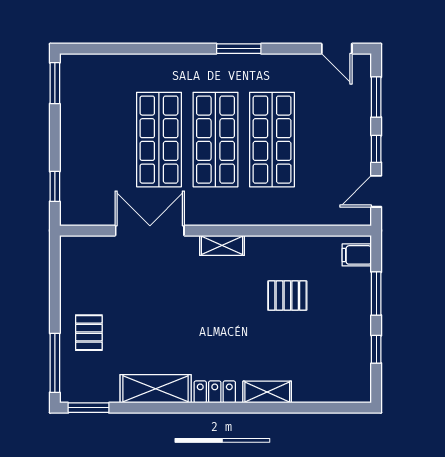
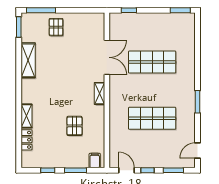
shop shelf: (215, 140) -> (152, 90), removed
pallet: (89, 333) -> (56, 27), turned 90
locker: (215, 392) -> (27, 140), moved

